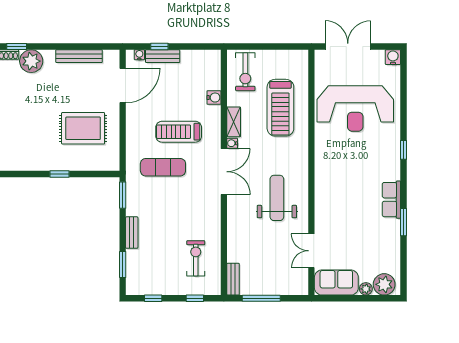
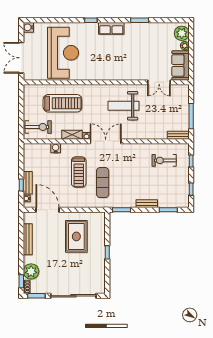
row of seats: (391, 200) -> (111, 28), moved

